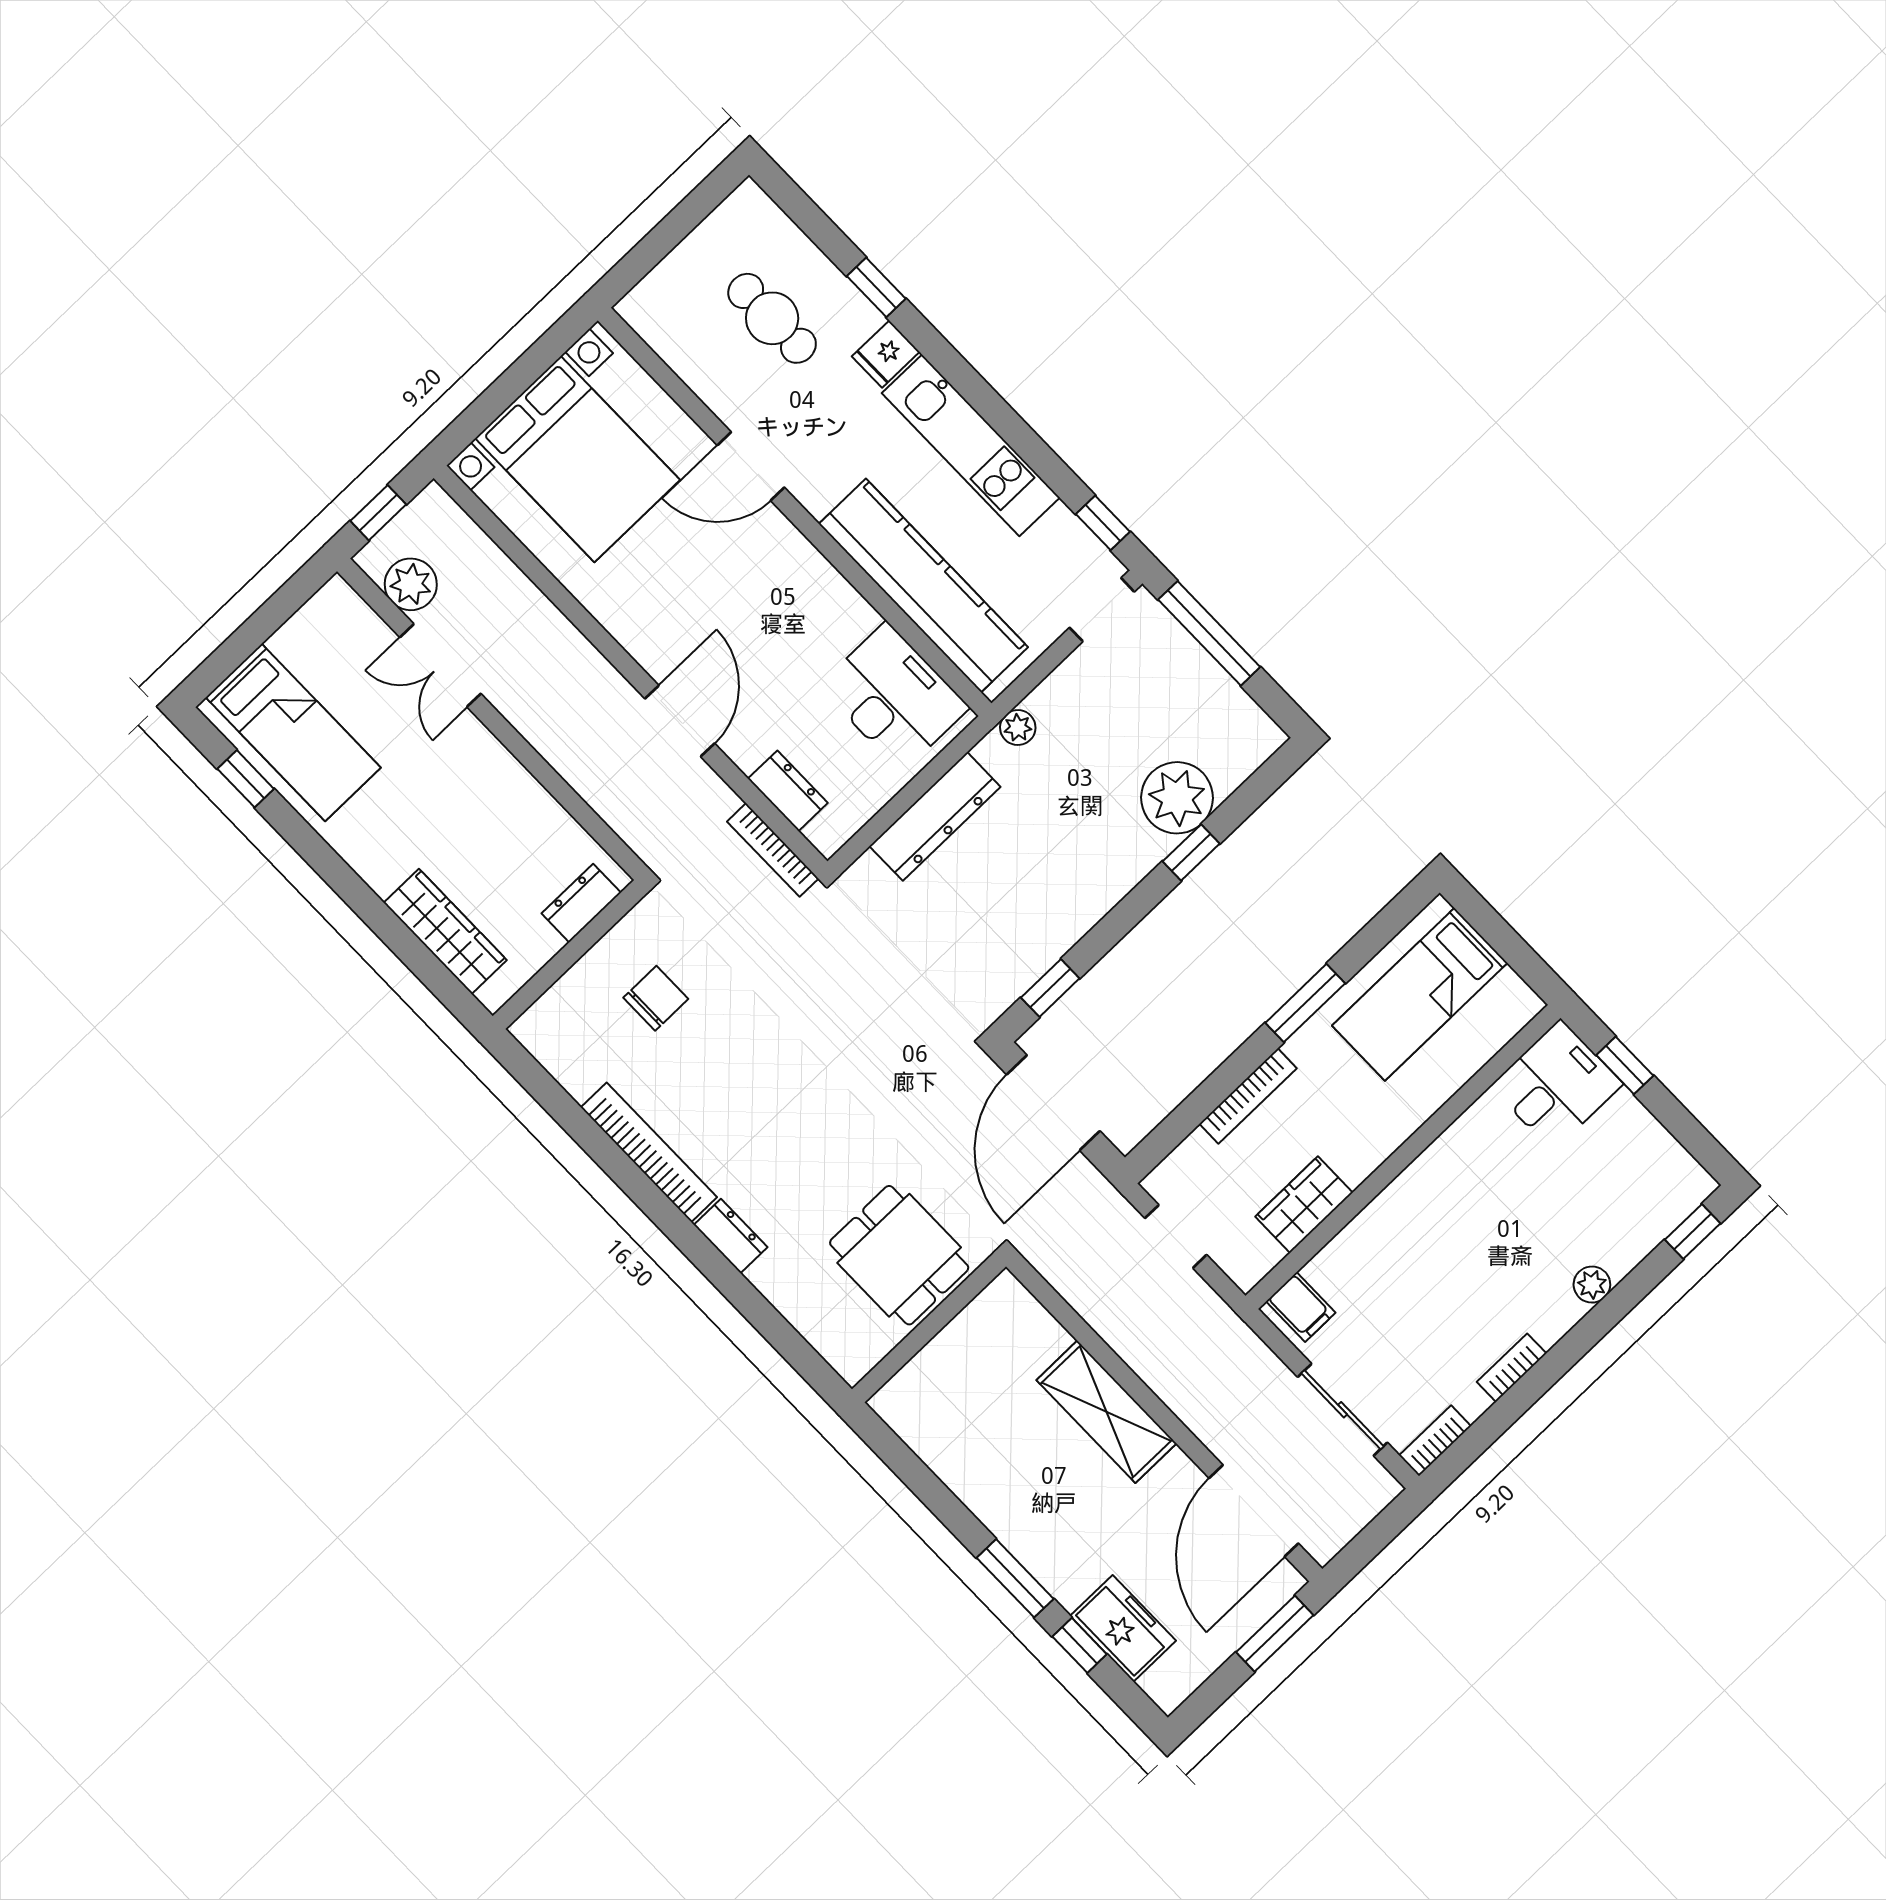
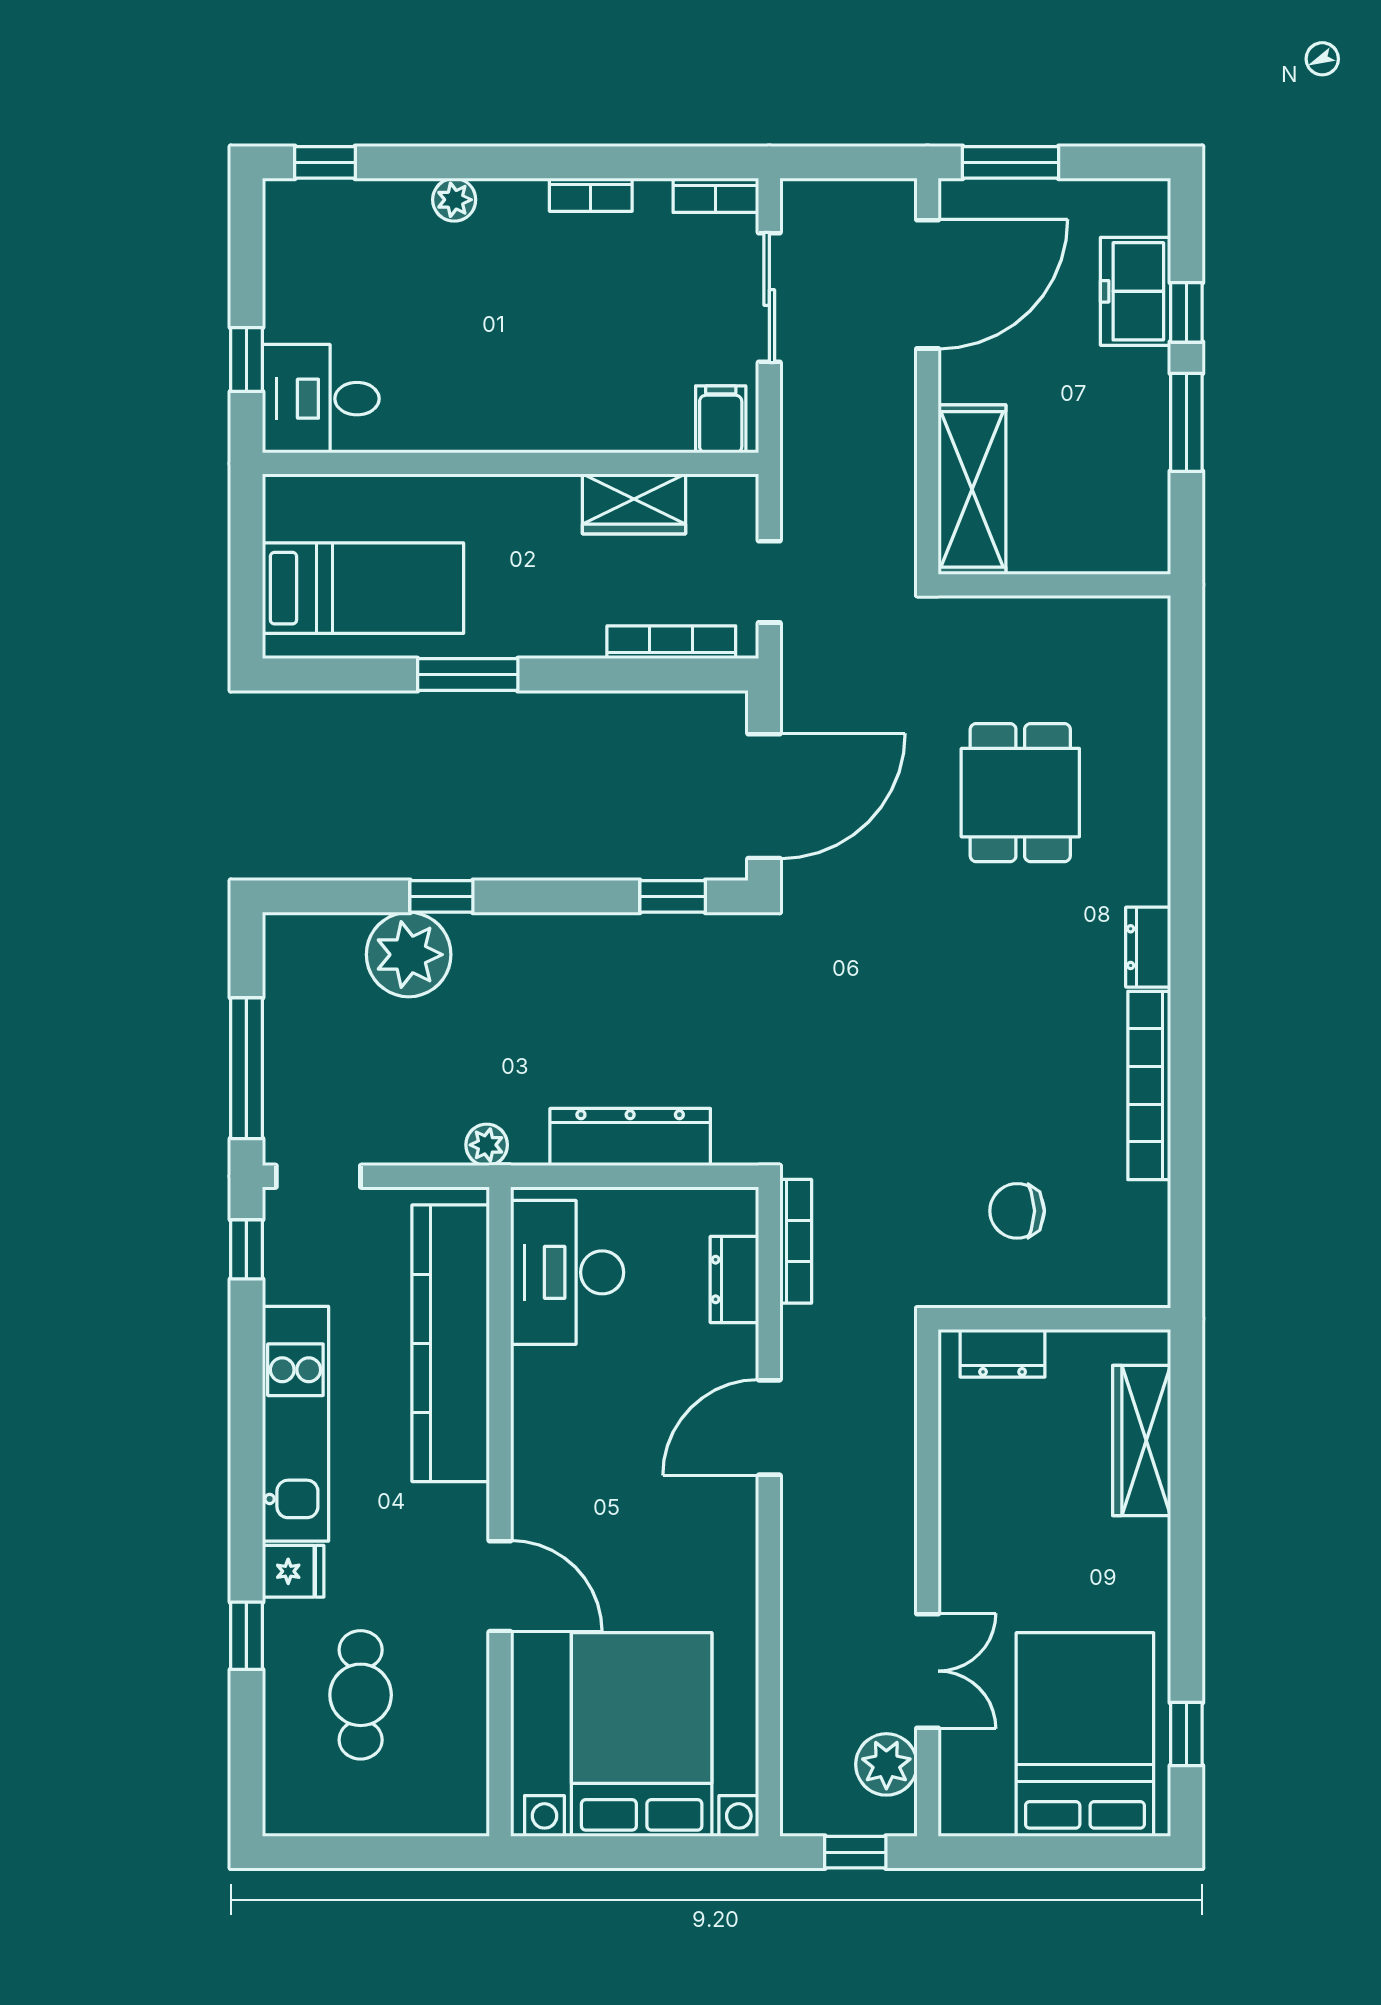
bed: (293, 733) -> (1085, 1734), width x1.50
bookcase: (1248, 1096) -> (671, 642), moved
wall: (929, 1328) -> (1054, 585), moved

